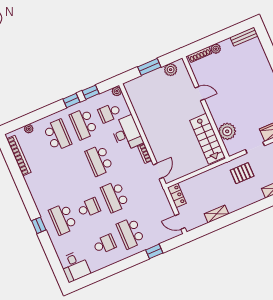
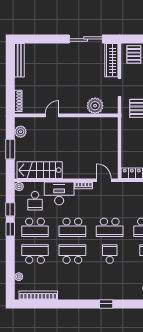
bench: (244, 37) -> (19, 60), width x1.36
plant: (216, 49) -> (19, 85), removed
stairs: (207, 139) -> (40, 170), moved, turned 180
school desk: (63, 219) -> (72, 254), moved, turned 180

